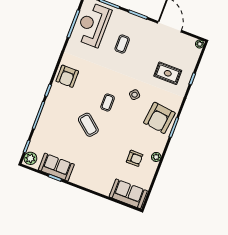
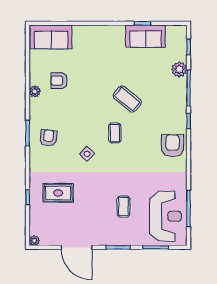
armchair: (159, 118) -> (48, 138), width x0.53, depth x0.53
plant: (30, 158) -> (179, 69), moved

